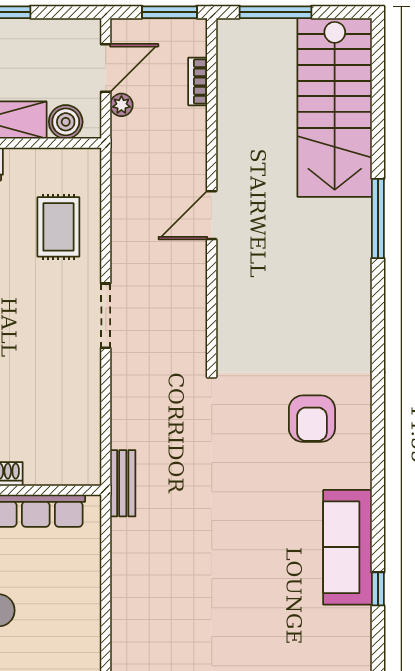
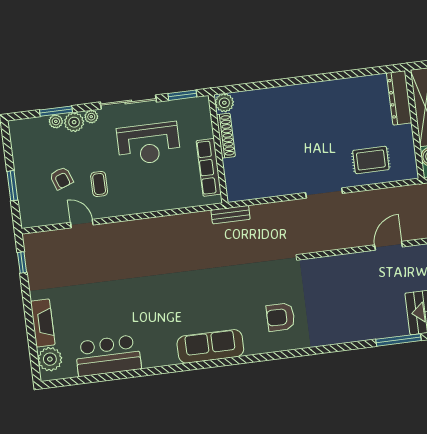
door: (212, 215) -> (388, 246), hinge flipped
window: (378, 589) -> (189, 366), removed

